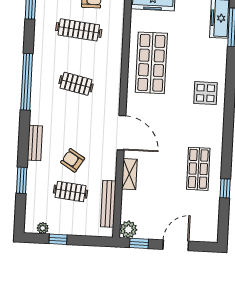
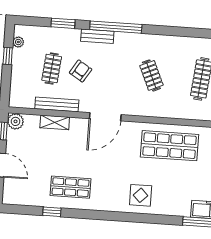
window: (27, 82) -> (116, 27), moved
clothes rail: (76, 84) -> (151, 75), turned -36
shelving: (129, 174) -> (55, 122), moved
bench: (108, 204) -> (57, 104), moved

